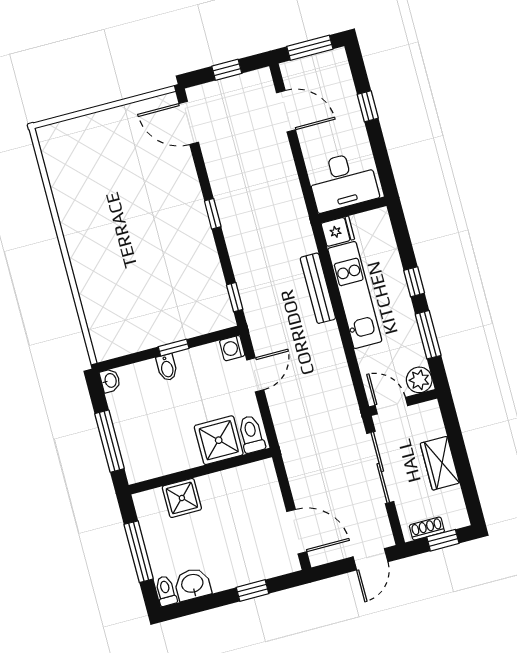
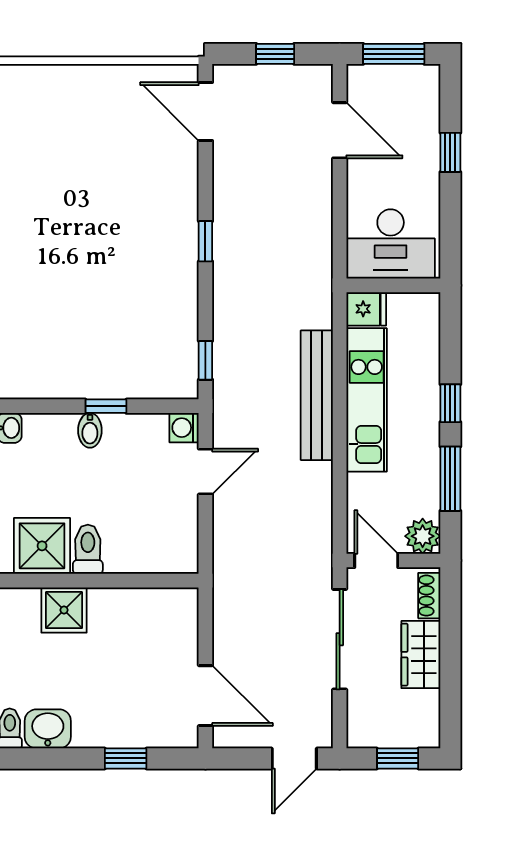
bench: (318, 288) -> (317, 395), width x1.37, depth x1.21
toilet: (251, 434) -> (88, 549), moved
shower: (219, 440) -> (42, 546), moved
shoe rack: (427, 529) -> (429, 596), moved, turned -90

